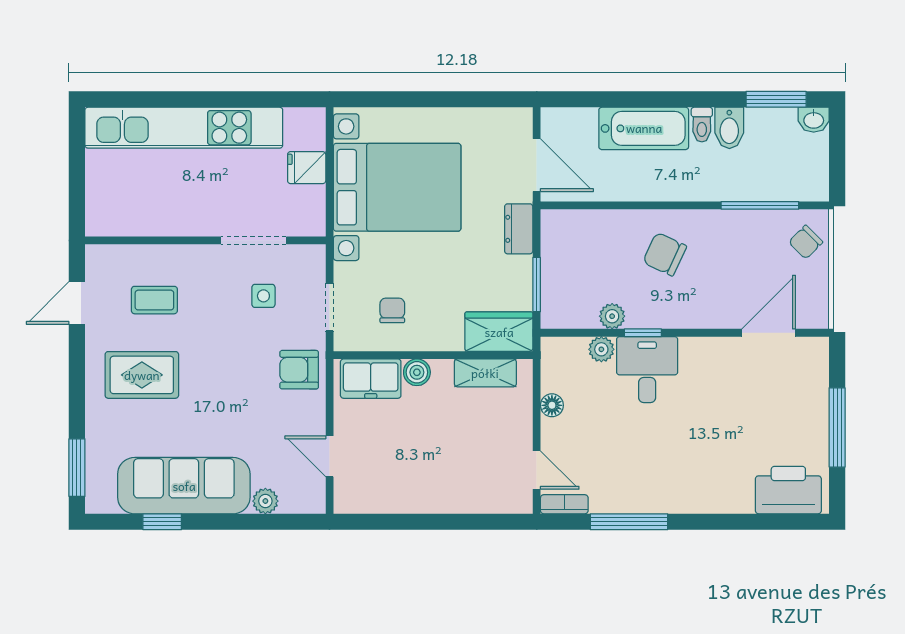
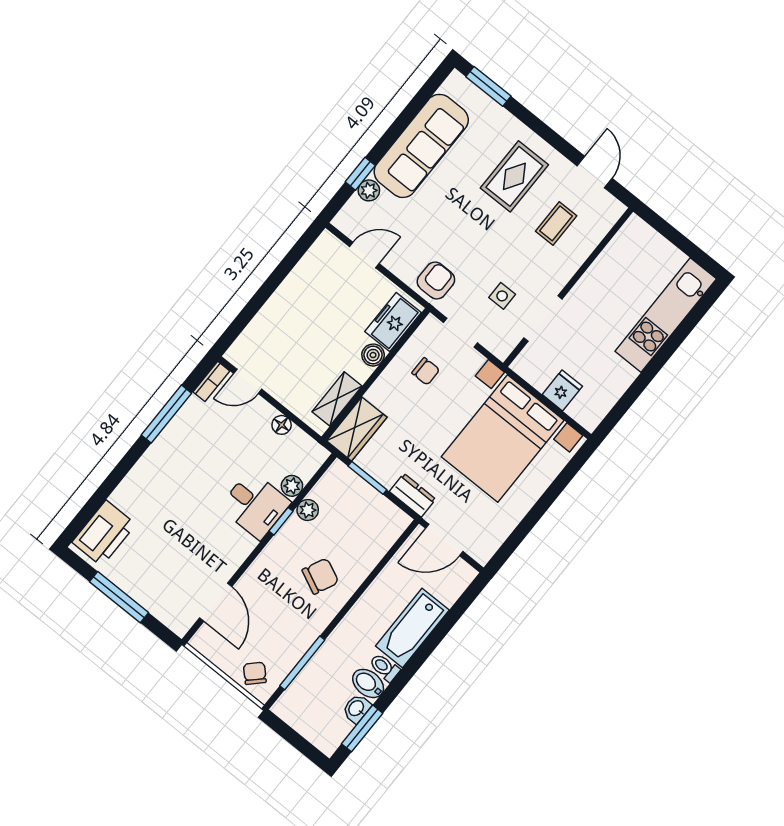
washbasin: (814, 120) -> (357, 709), moved
kitchen unit: (184, 128) -> (666, 315), width x0.73
window: (162, 522) -> (360, 174), moved

